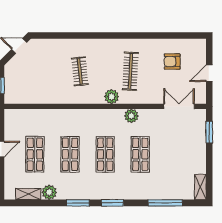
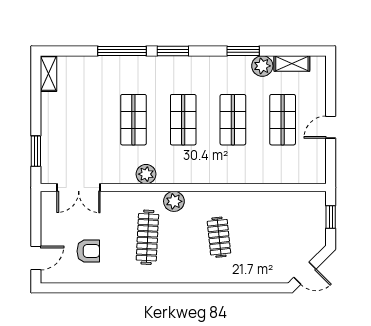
door: (209, 73) -> (36, 258), moved
window: (78, 203) -> (243, 51), moved
window: (165, 203) -> (122, 51), moved

